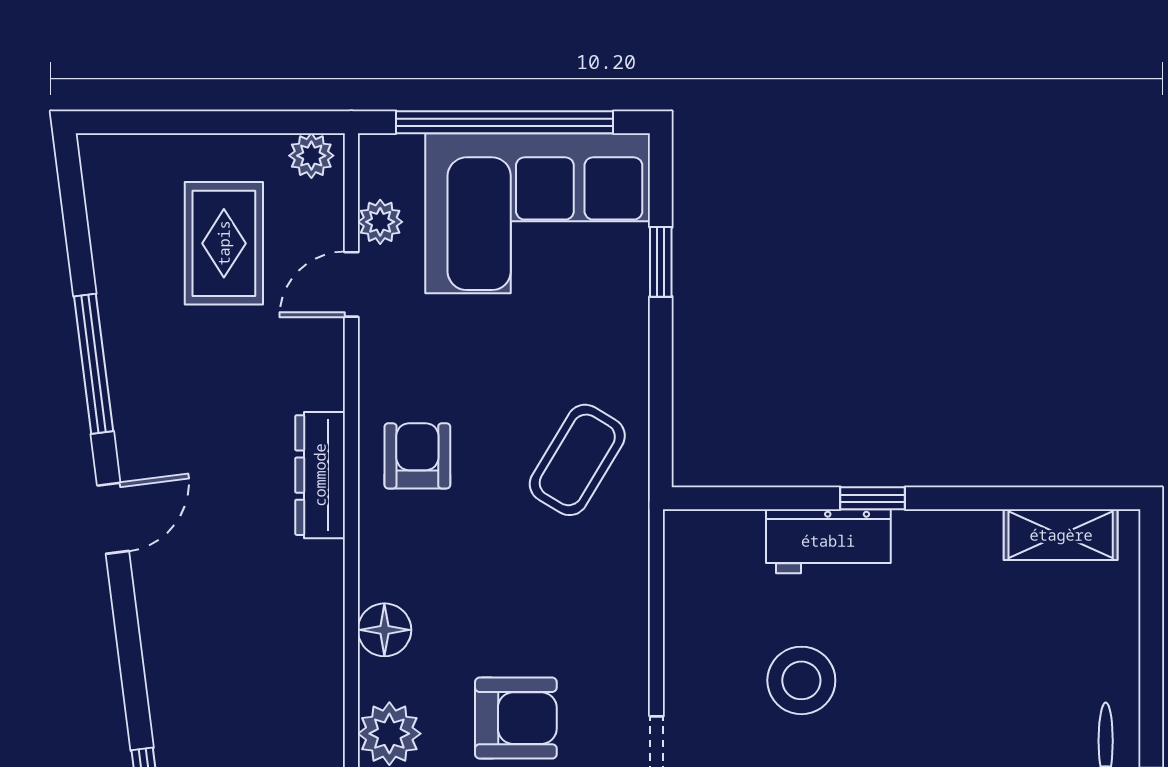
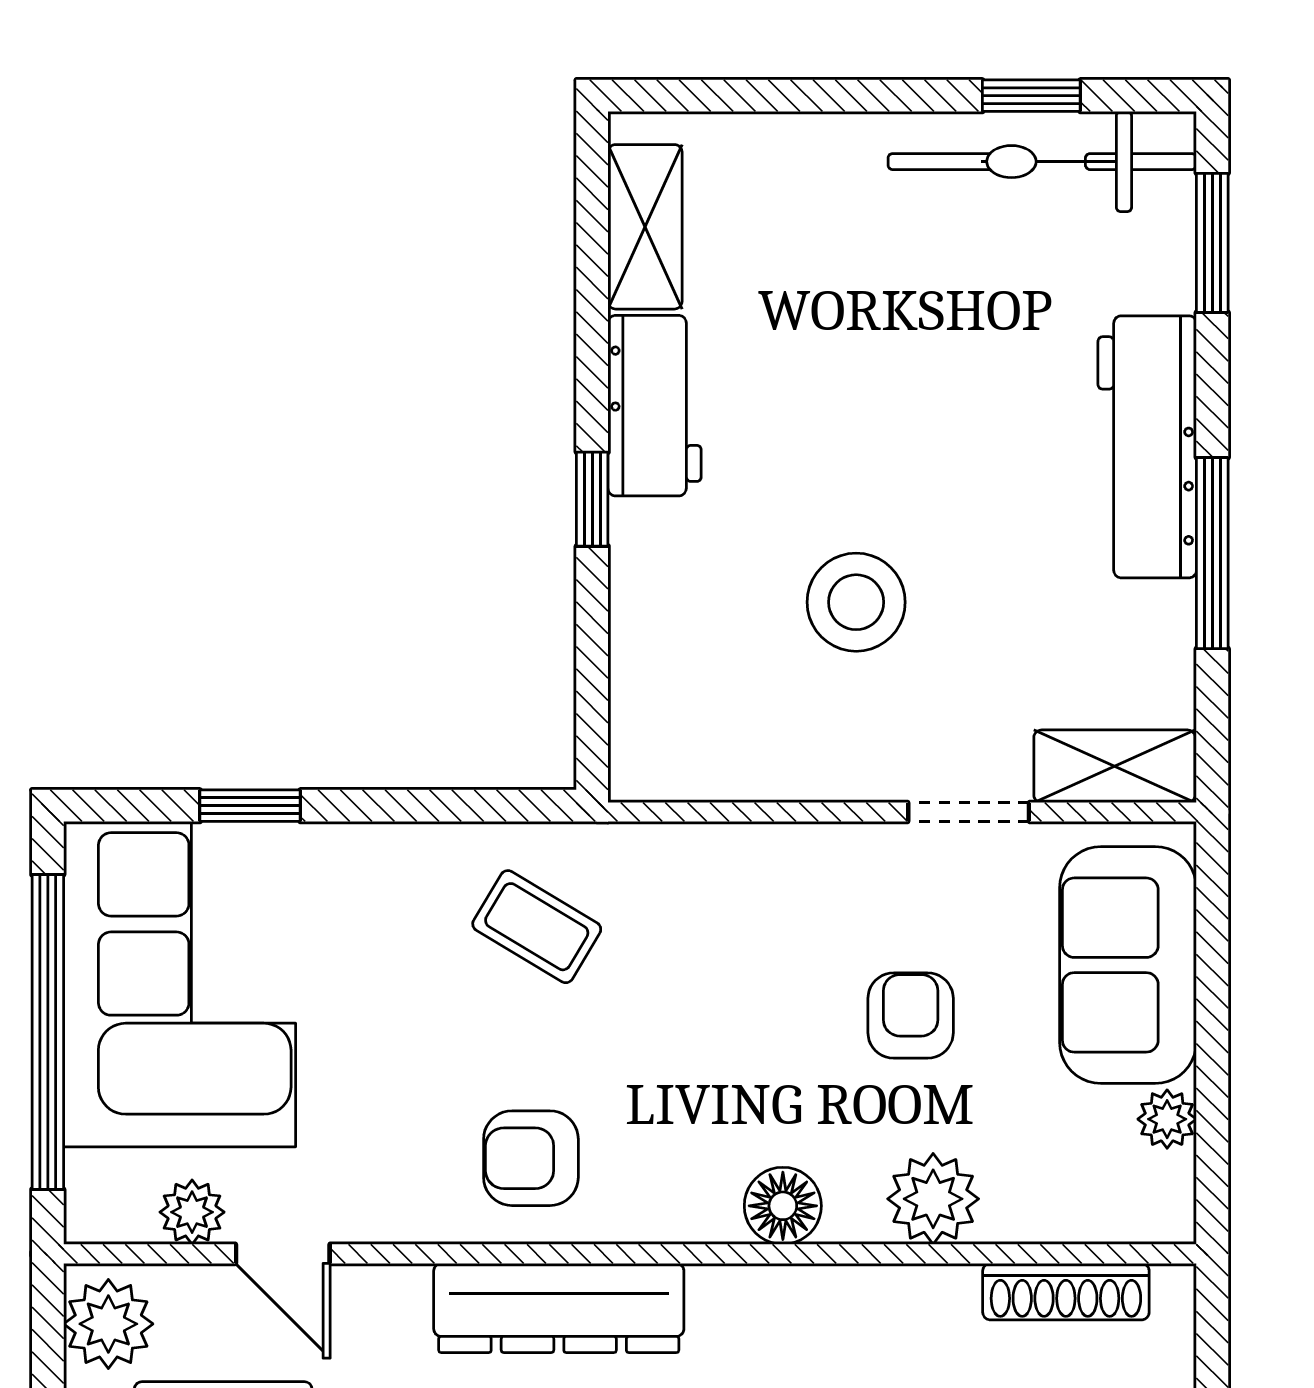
plant: (311, 156) -> (108, 1324), width x1.38, depth x1.38
coffee table: (577, 460) -> (537, 927), width x0.73, depth x0.77
dresser: (320, 475) -> (559, 1308), width x1.37, depth x1.24
workbench: (828, 541) -> (655, 406), moved
armchair: (516, 718) -> (911, 1016), width x0.72, depth x0.72

